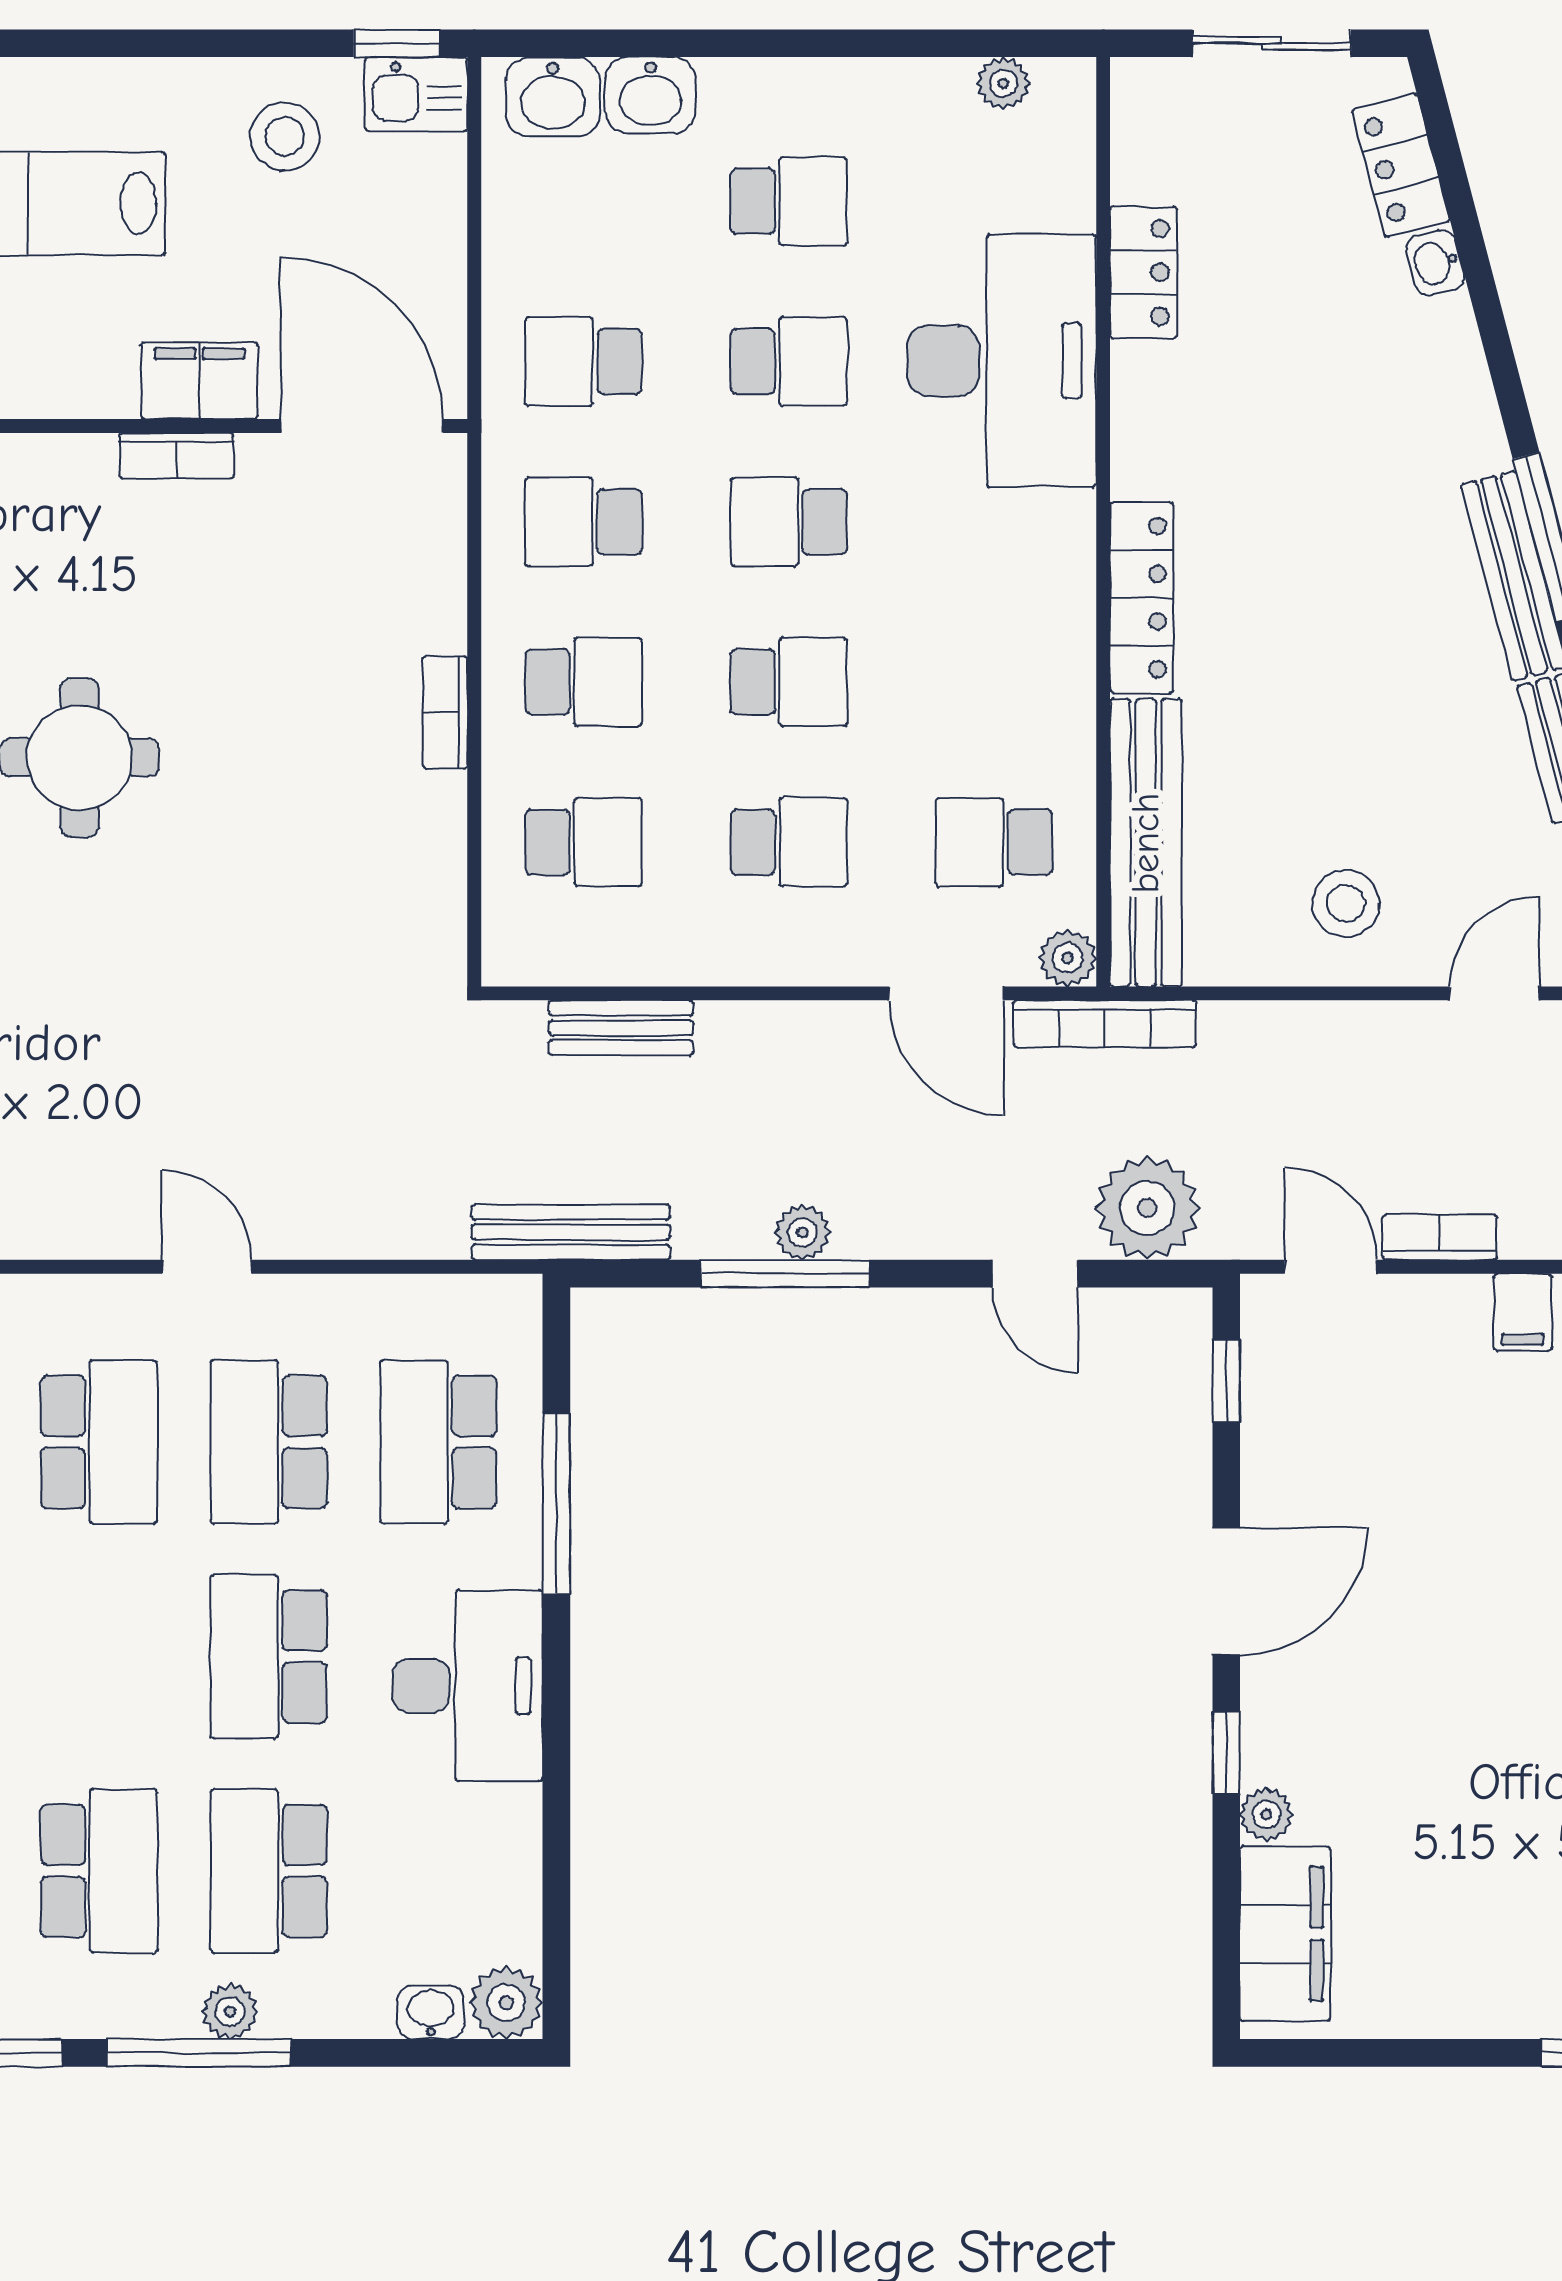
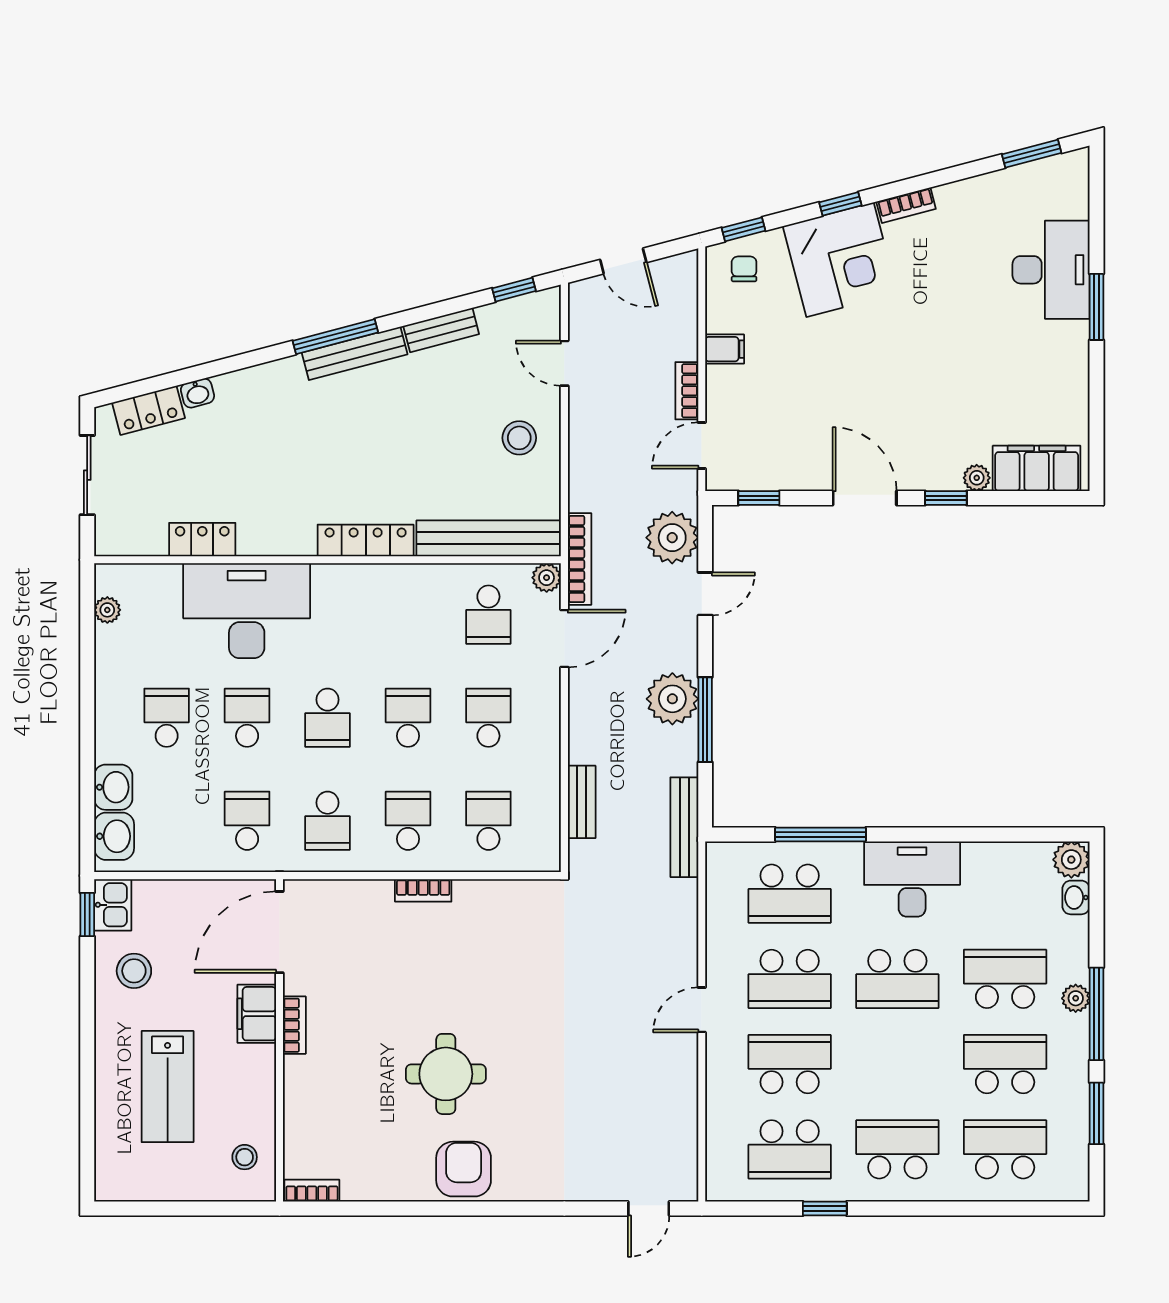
school desk: (584, 362) -> (247, 821), turned 180
plant: (802, 1232) -> (672, 699), width x1.87, depth x1.87
school desk: (269, 1871) -> (1005, 979), turned 180

